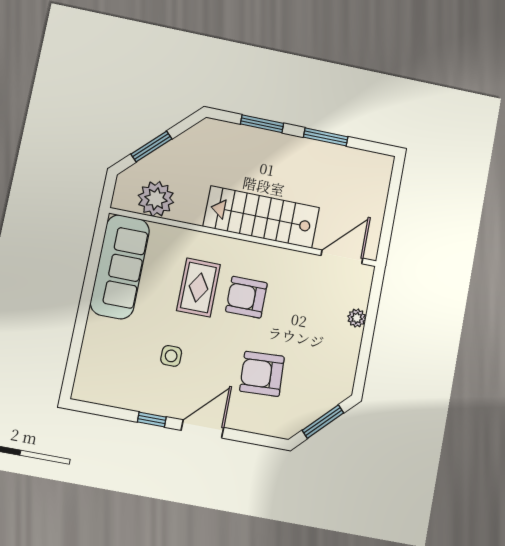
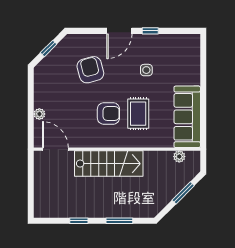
window: (326, 137) -> (79, 221), width x0.67
plant: (156, 199) -> (179, 157), width x0.53, depth x0.53
door: (342, 257) -> (55, 149), swing flipped
armchair: (262, 374) -> (90, 70), turned -102
window: (323, 422) -> (49, 48), width x0.67

